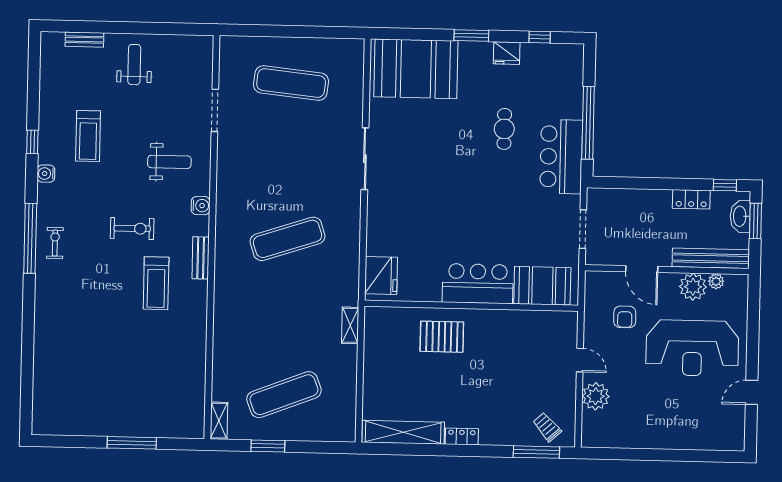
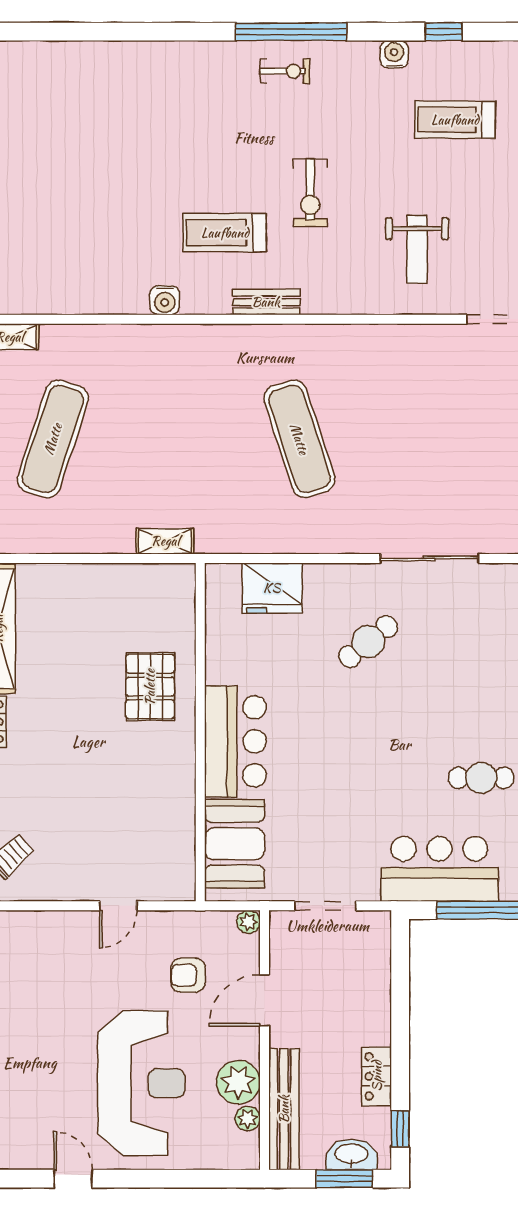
cafe table: (416, 198) -> (368, 642), added
water cooler: (201, 206) -> (165, 300), moved
fridge: (381, 276) -> (272, 588), moved
reception desk: (692, 348) -> (141, 1083), turned 180
exercise mat: (284, 395) -> (53, 439), turned 39
plant: (596, 396) -> (248, 922), moved, width x0.53, depth x0.53

